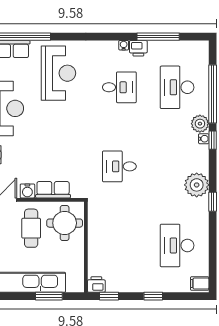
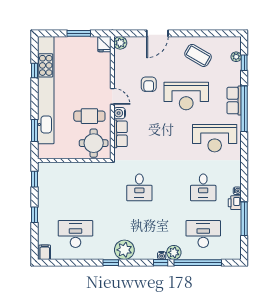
desk: (119, 166) -> (139, 187), turned 180
printer: (96, 284) -> (44, 169), removed

